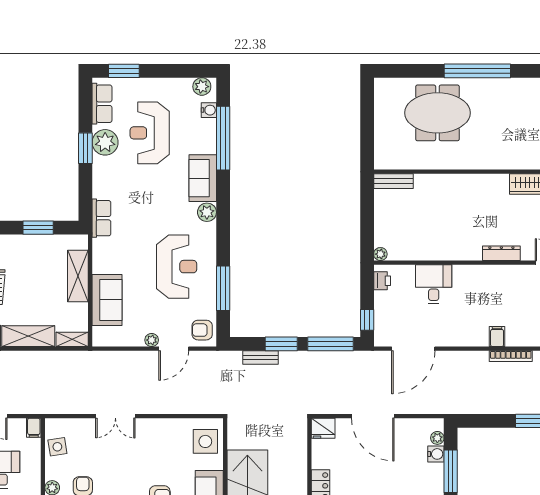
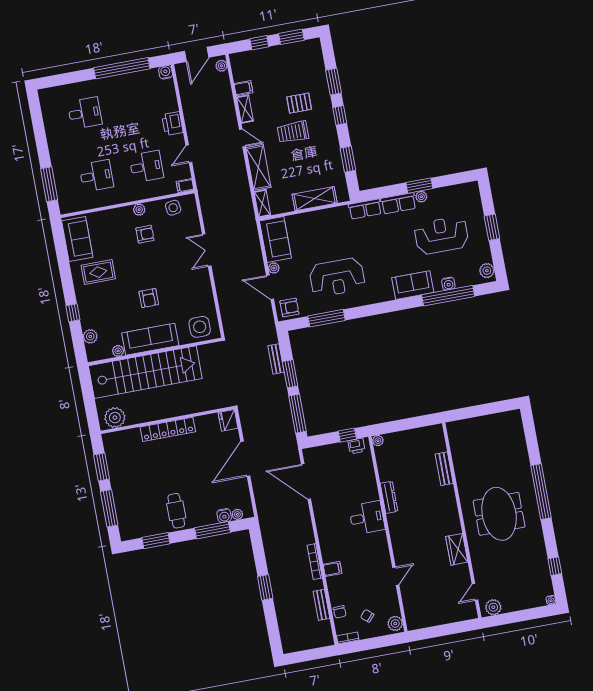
window: (124, 71) -> (492, 227), moved
row of seats: (102, 104) -> (398, 203), moved
water cooler: (209, 110) -> (448, 284), moved
meeting table: (437, 113) -> (499, 514), moved
plant: (105, 142) -> (421, 197), width x0.53, depth x0.53
bench: (393, 181) -> (444, 469), moved
plant: (207, 212) -> (386, 294), removed
dresser: (501, 253) -> (389, 497), moved
desk: (434, 284) -> (367, 518), moved
sofa: (107, 300) -> (275, 239), moved, turned -90
window: (367, 320) -> (347, 435), moved
armchair: (202, 330) -> (289, 307), turned 90
filing cabinet: (497, 337) -> (332, 569), moved

